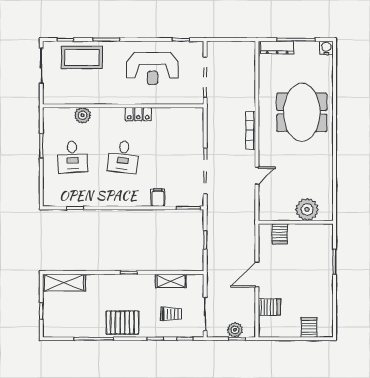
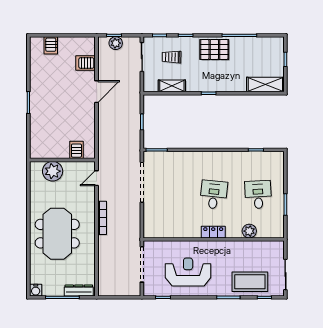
locker: (138, 114) -> (213, 232), moved
filing cabinet: (158, 198) -> (183, 159), removed
plant: (307, 209) -> (53, 171), moved
wall: (296, 222) -> (62, 160), moved
server rack: (280, 234) -> (76, 150), moved

